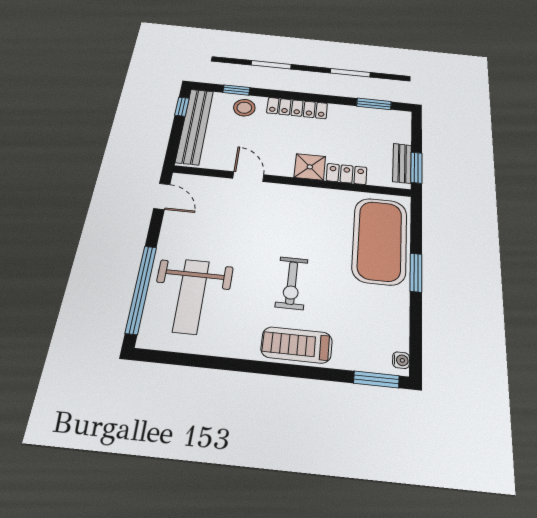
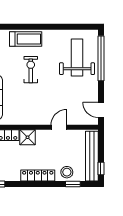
door: (248, 177) -> (59, 127), swing flipped

